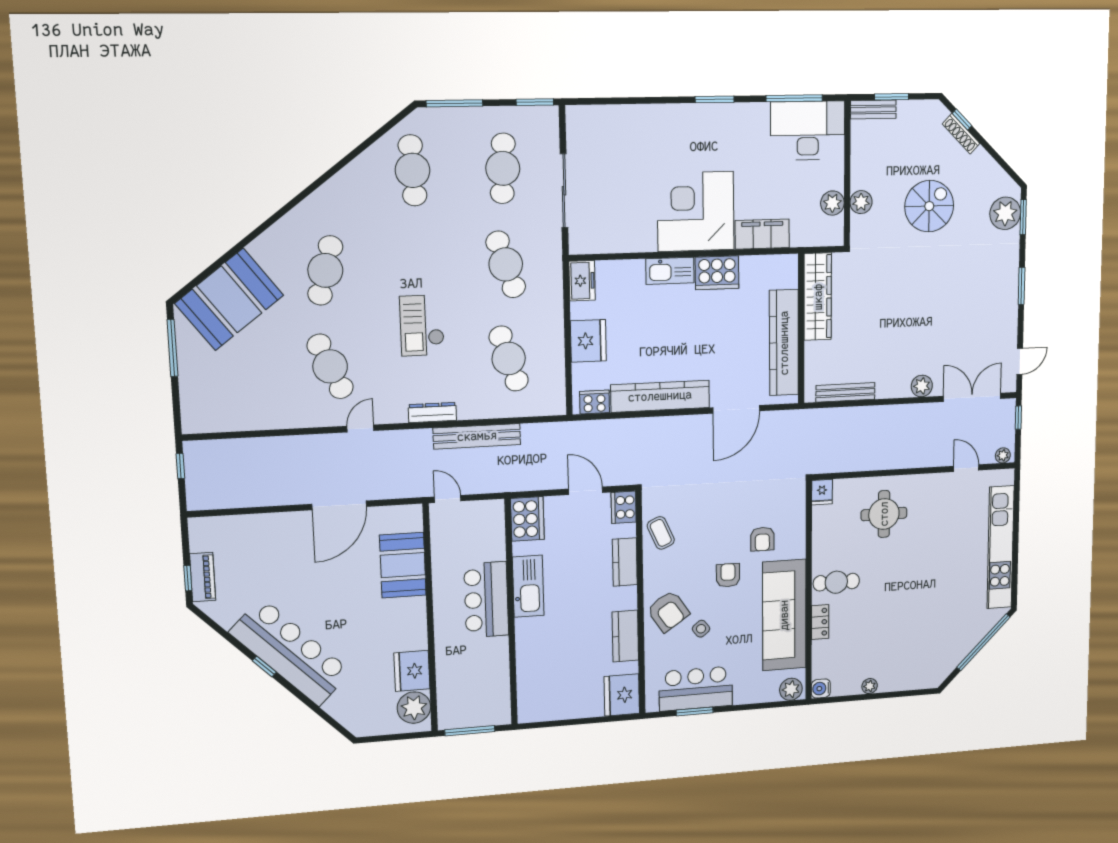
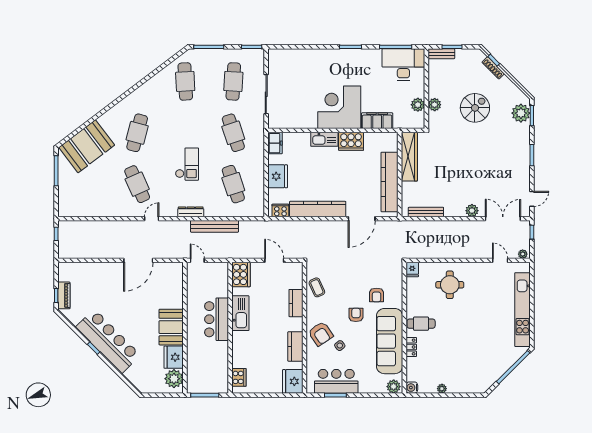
checkout: (422, 325) -> (187, 164), turned 180
cooker: (624, 507) -> (239, 377), moved, turned 180
booth: (403, 565) -> (171, 327), moved

